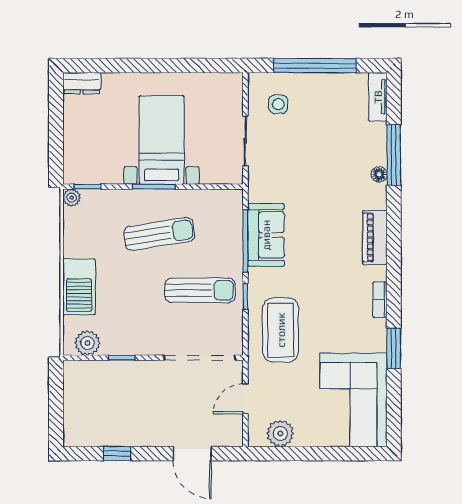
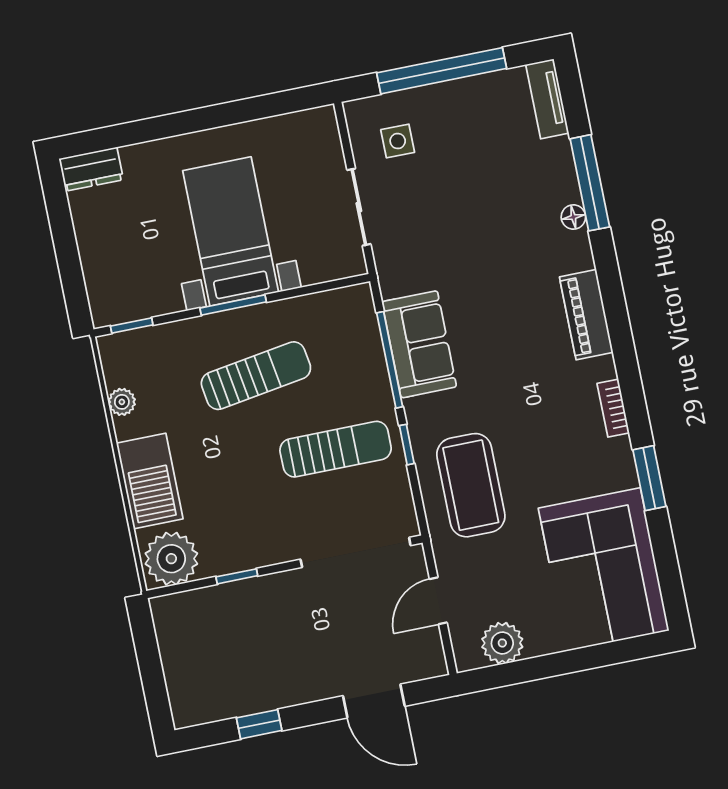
plant: (72, 198) -> (122, 402), moved
plant: (87, 343) -> (171, 559), width x1.36, depth x1.36

